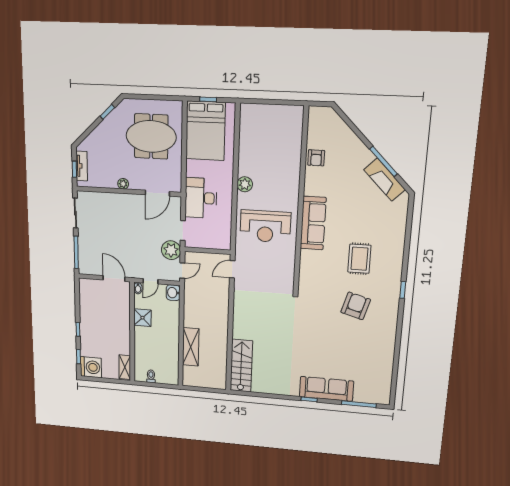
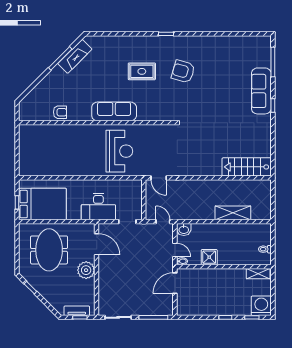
plant: (123, 184) -> (86, 270), width x1.87, depth x1.87
plant: (245, 184) -> (85, 170), removed
plant: (171, 250) -> (146, 232), removed

